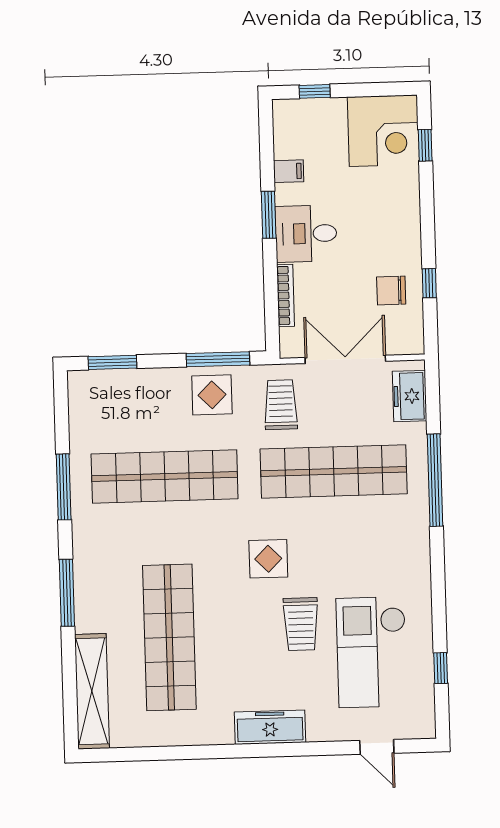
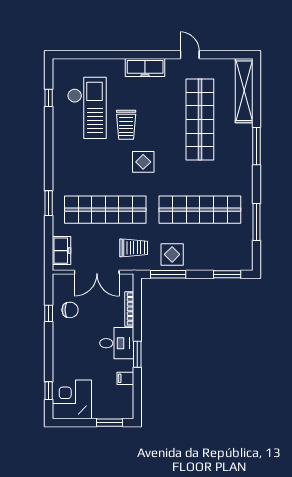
window: (315, 91) -> (110, 423), width x1.50
trolley: (281, 405) -> (134, 248), turned -90
window: (435, 480) -> (49, 203), width x0.47
window: (64, 487) -> (257, 222), moved
trolley: (301, 624) -> (126, 125), turned 180
door: (377, 747) -> (190, 55), moved

